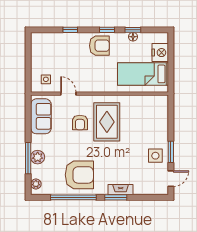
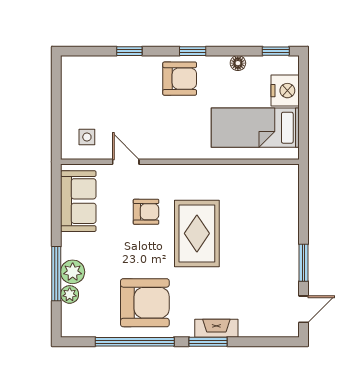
window: (133, 30) -> (276, 51), moved
armchair: (80, 122) -> (146, 212), turned -90
rug: (107, 122) -> (197, 233), moved
side table: (155, 156) -> (277, 269), removed
plant: (36, 184) -> (70, 294), moved

